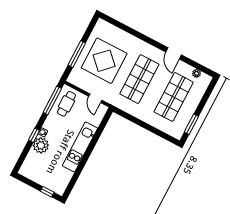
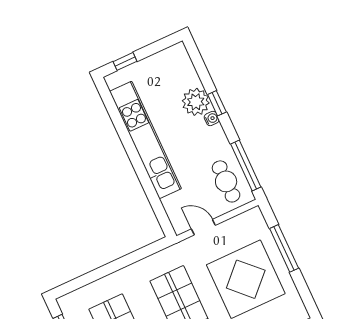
kitchen unit: (80, 147) -> (145, 140), width x1.36

